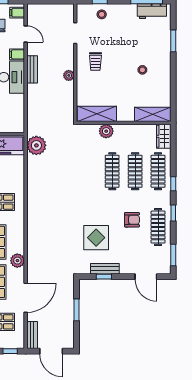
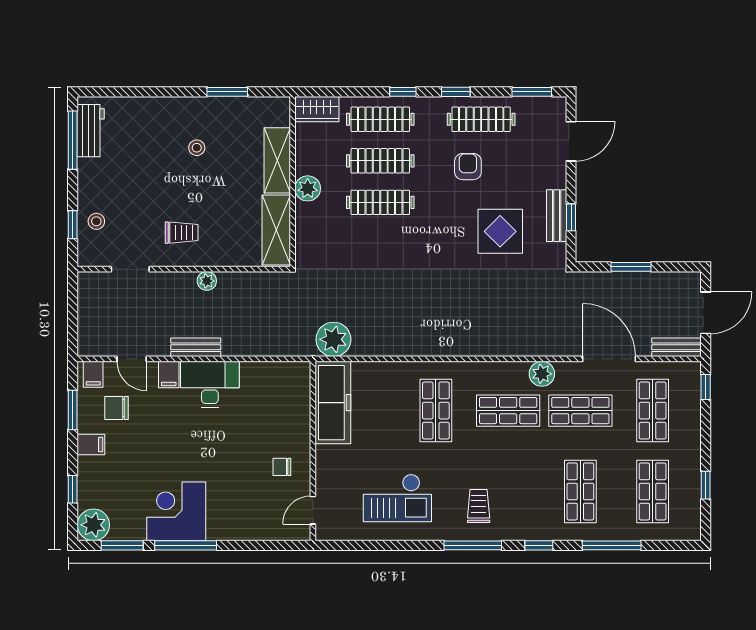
door: (26, 34) -> (132, 359), swing flipped
window: (173, 41) -> (227, 92), moved
shelving: (153, 114) -> (277, 160), moved
plant: (106, 131) -> (308, 188), moved

